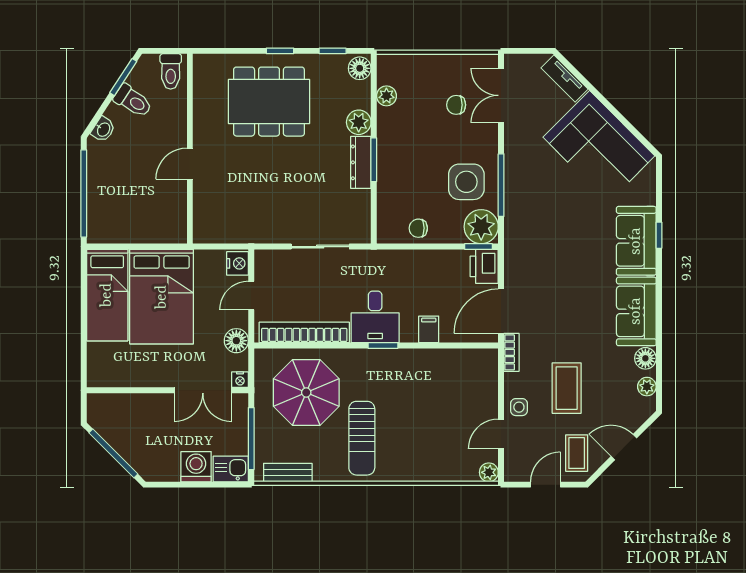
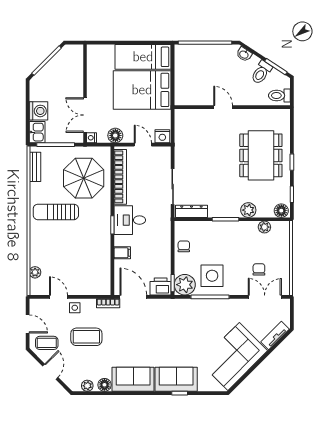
dresser: (361, 162) -> (191, 211), moved
plant: (489, 472) -> (35, 272), moved

